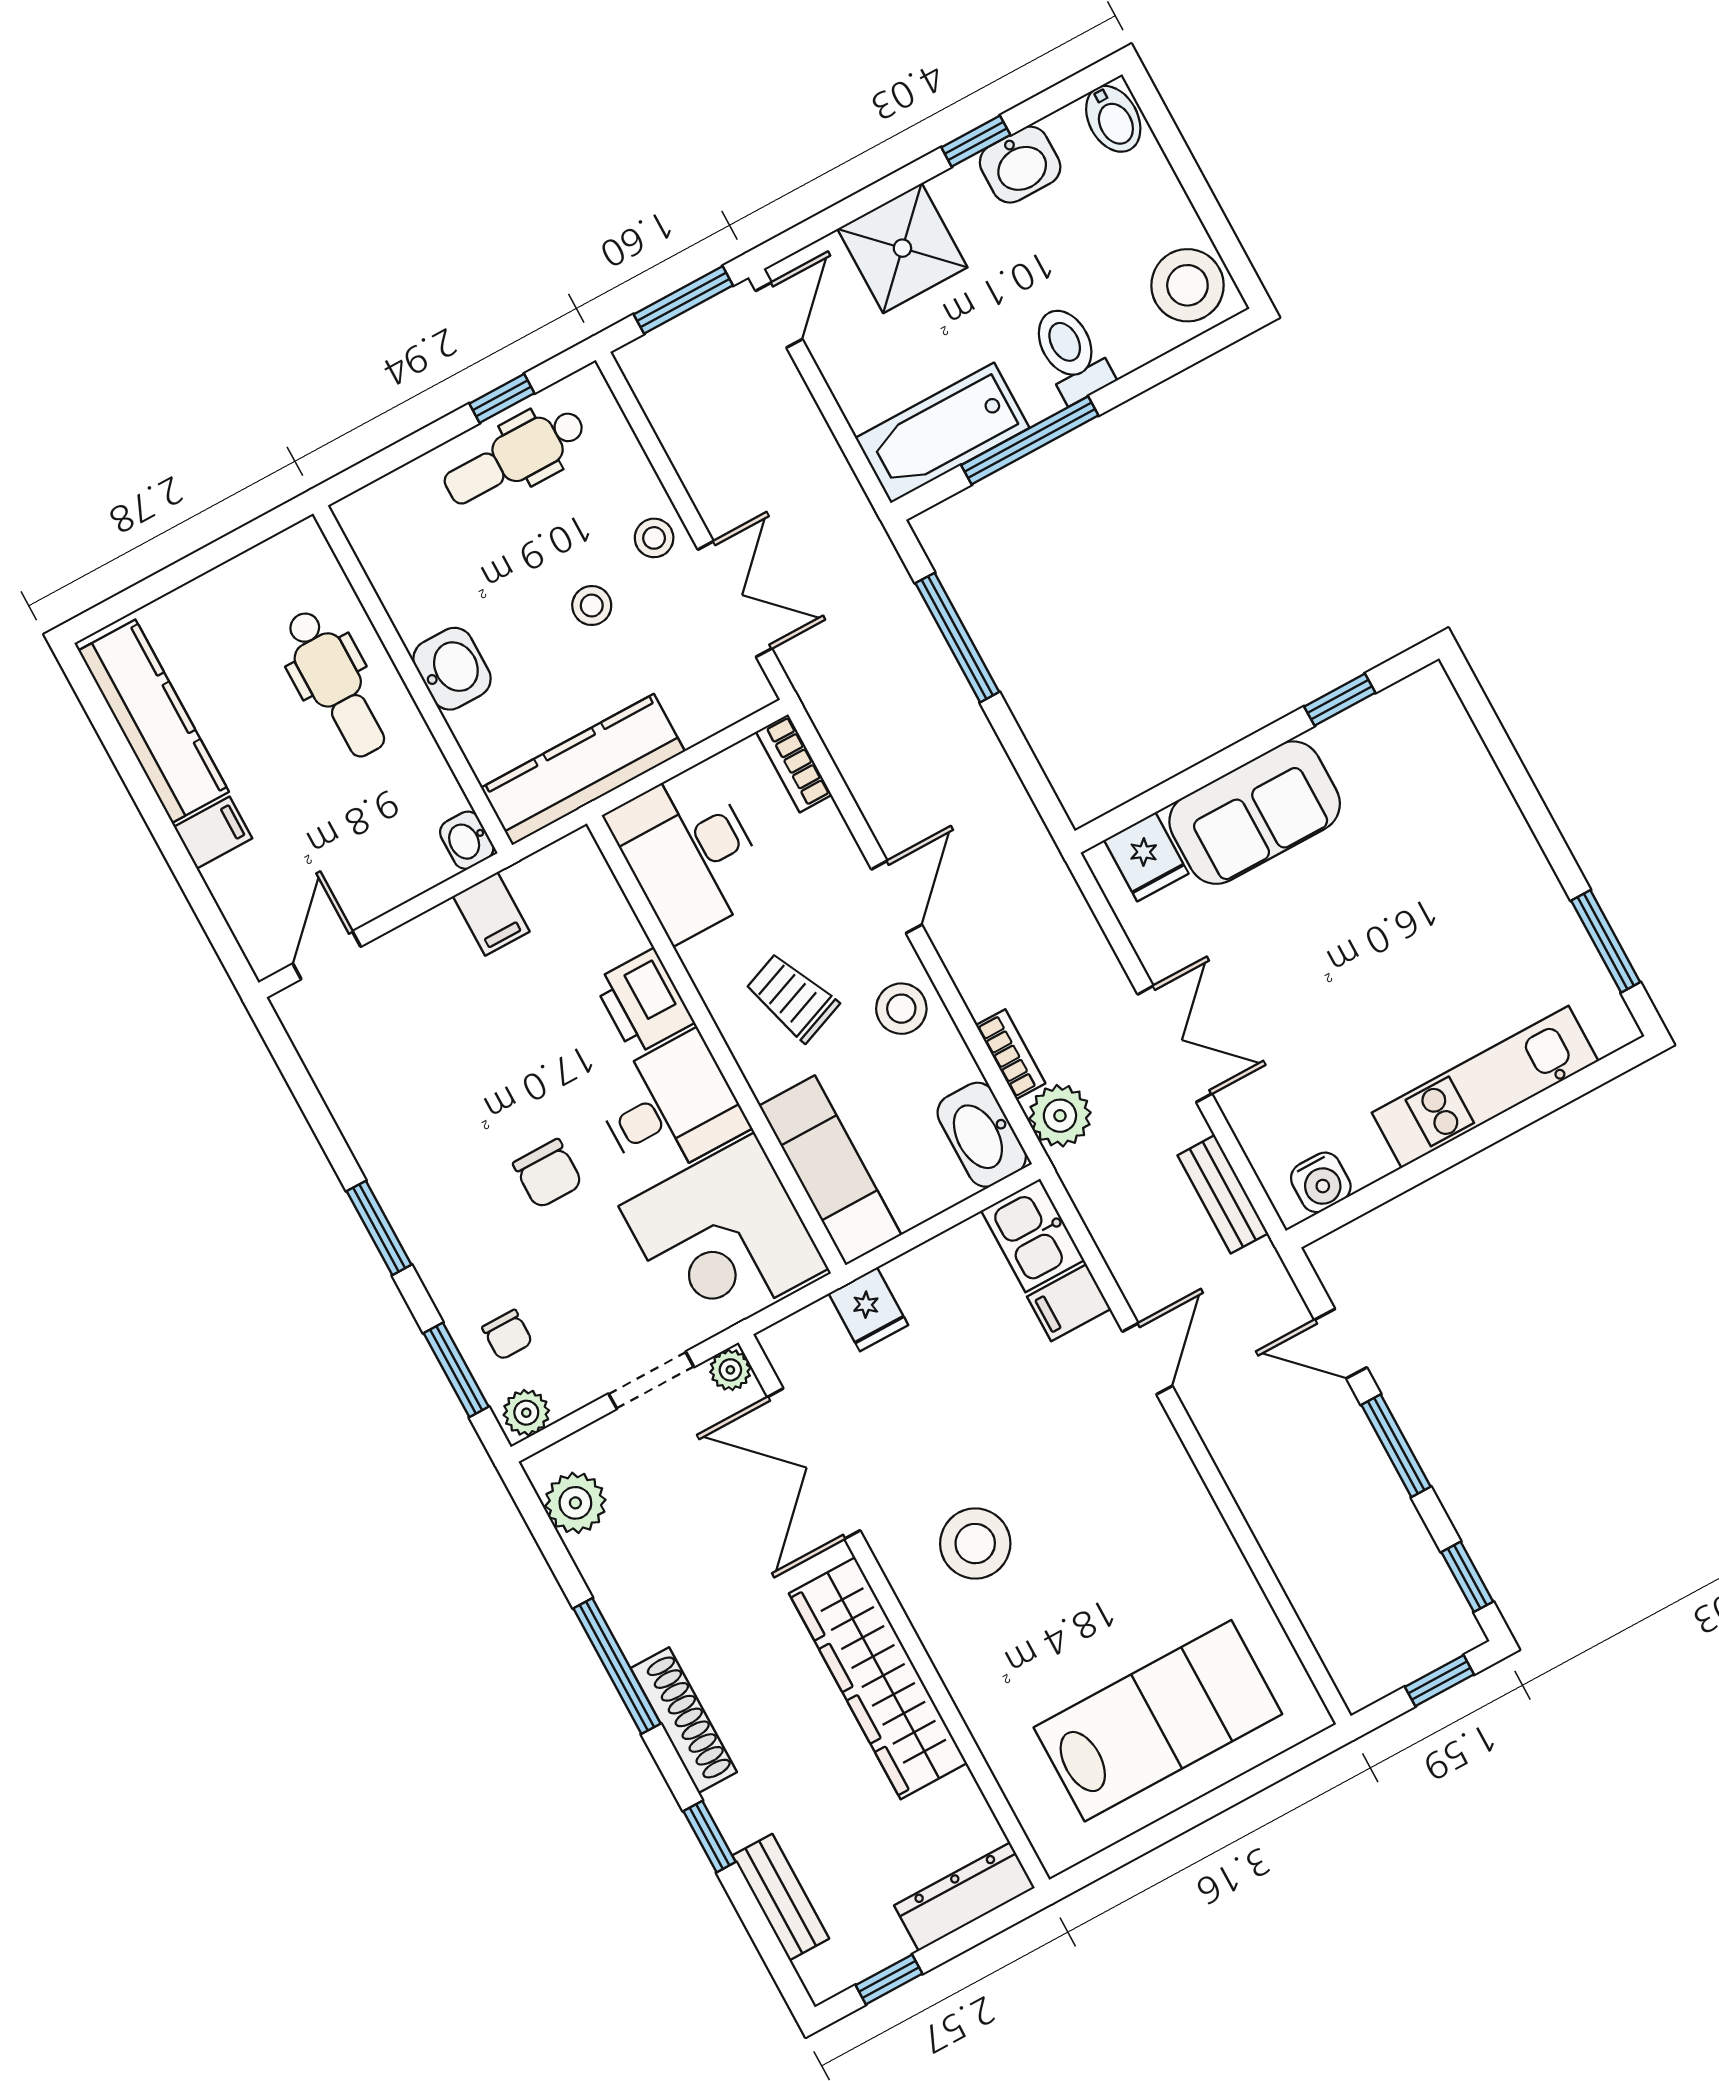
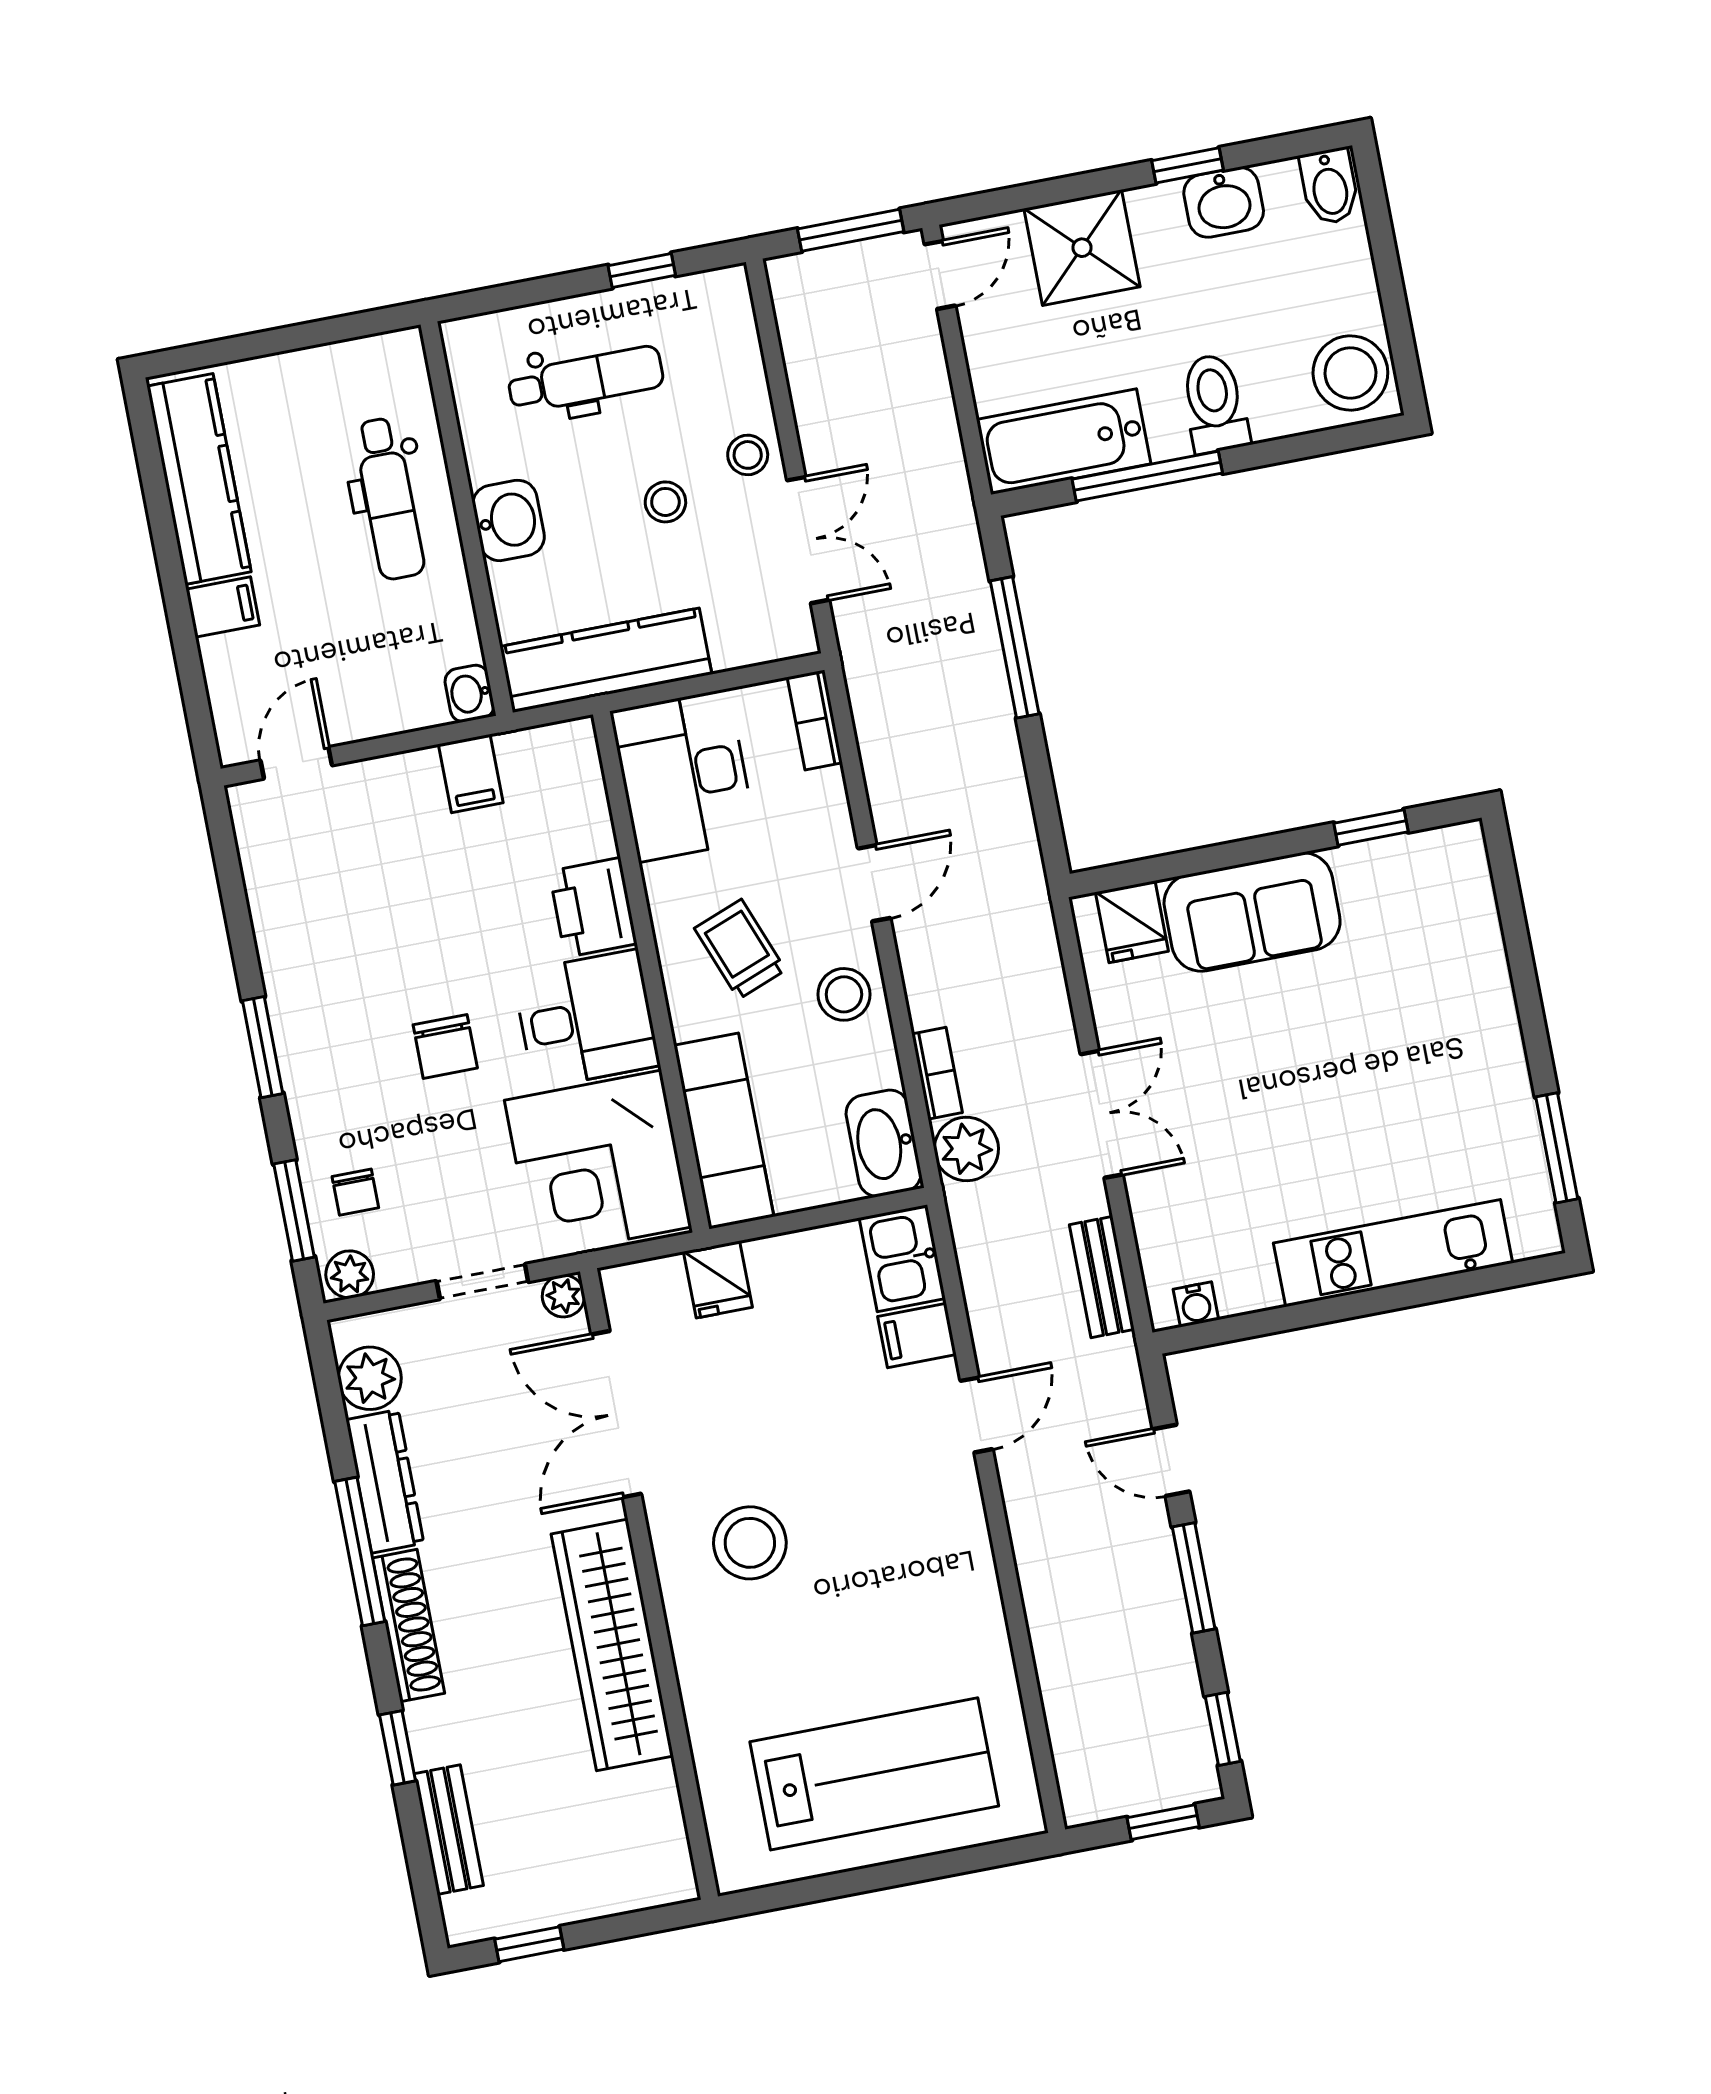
dental chair: (515, 457) -> (586, 379), moved, turned 180
water cooler: (1321, 1182) -> (1196, 1304), width x0.72, depth x0.72
dresser: (964, 1897) -> (385, 1481), moved, turned 90

